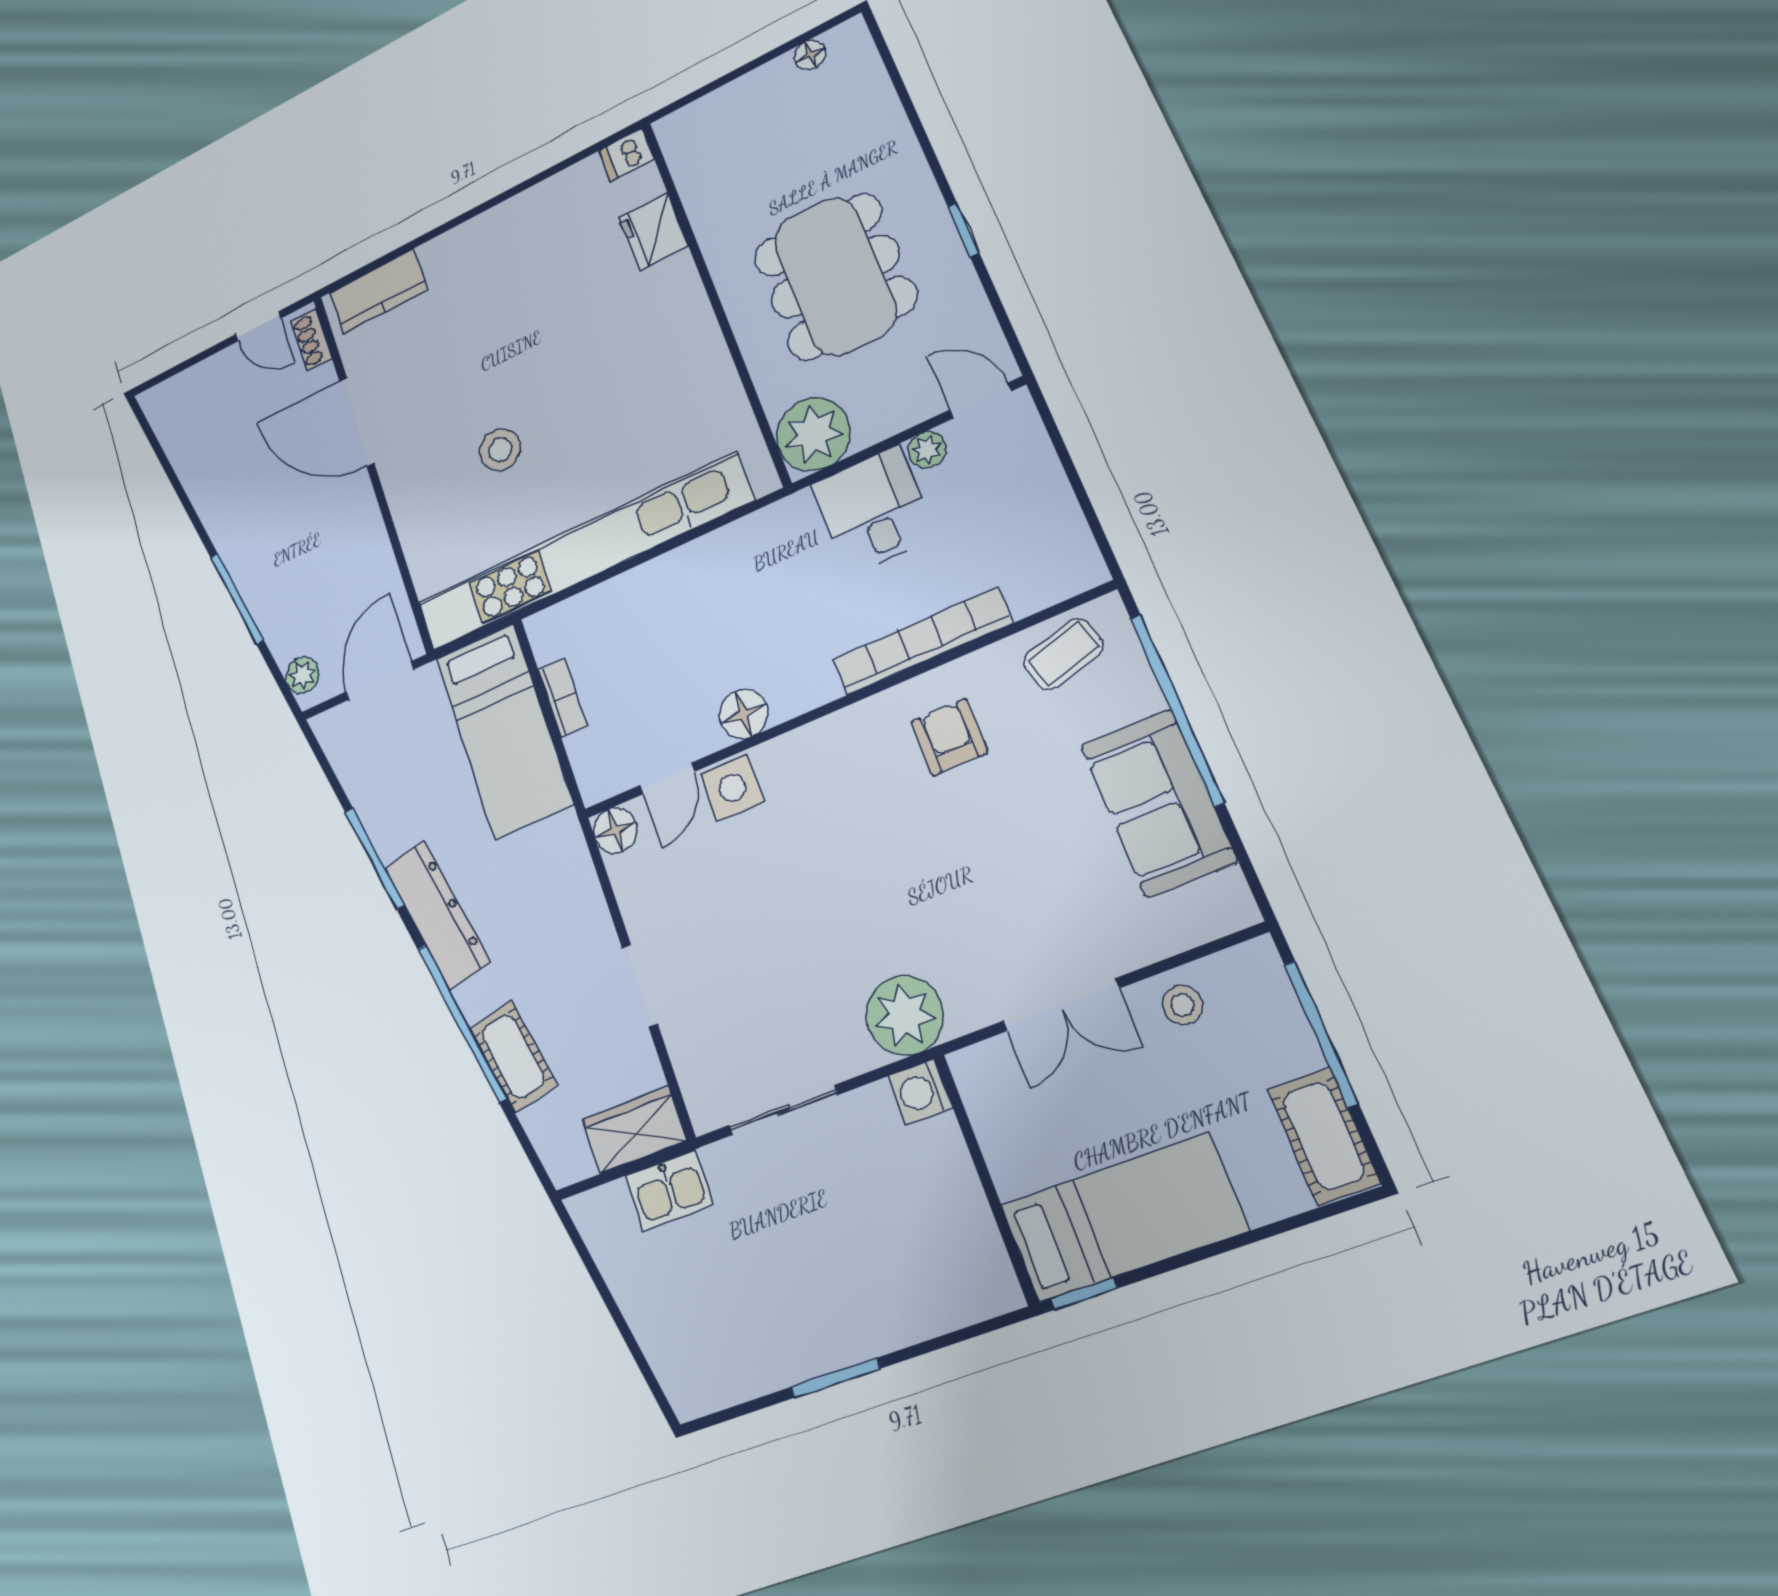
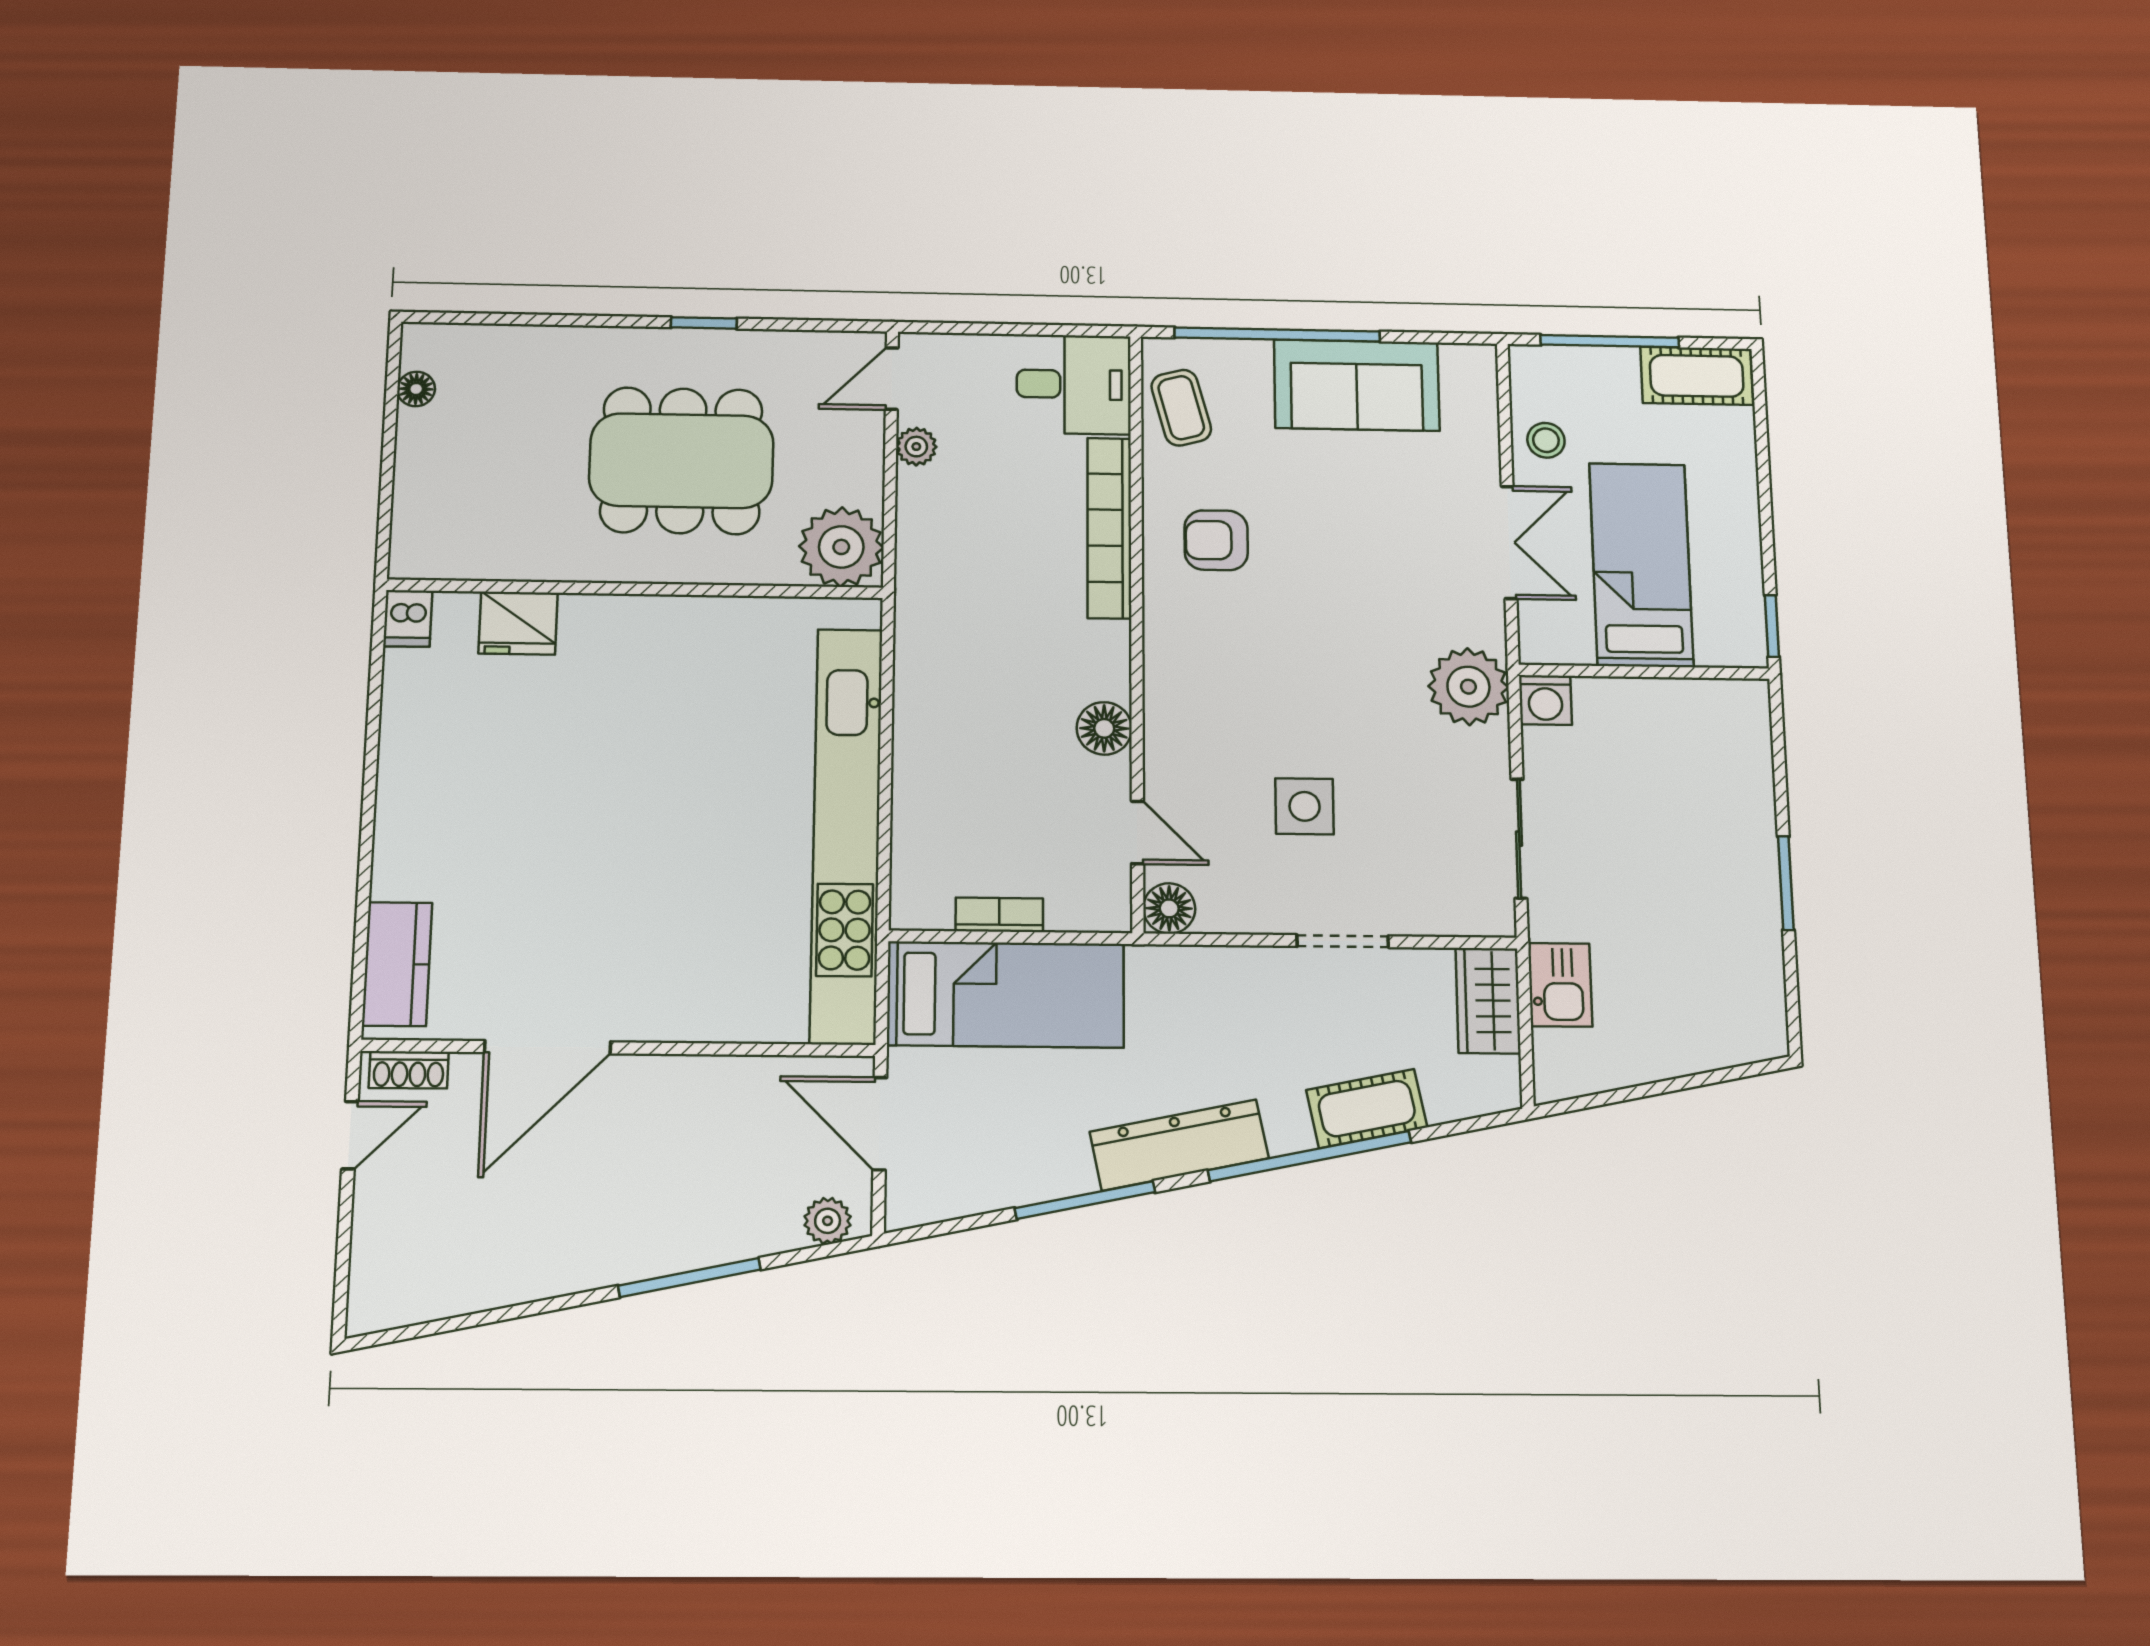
stool: (500, 450) -> (677, 885), removed
desk: (873, 510) -> (1074, 384), moved, turned 180
side table: (732, 788) -> (1305, 806), moved
bed: (1123, 1218) -> (1641, 565), moved

